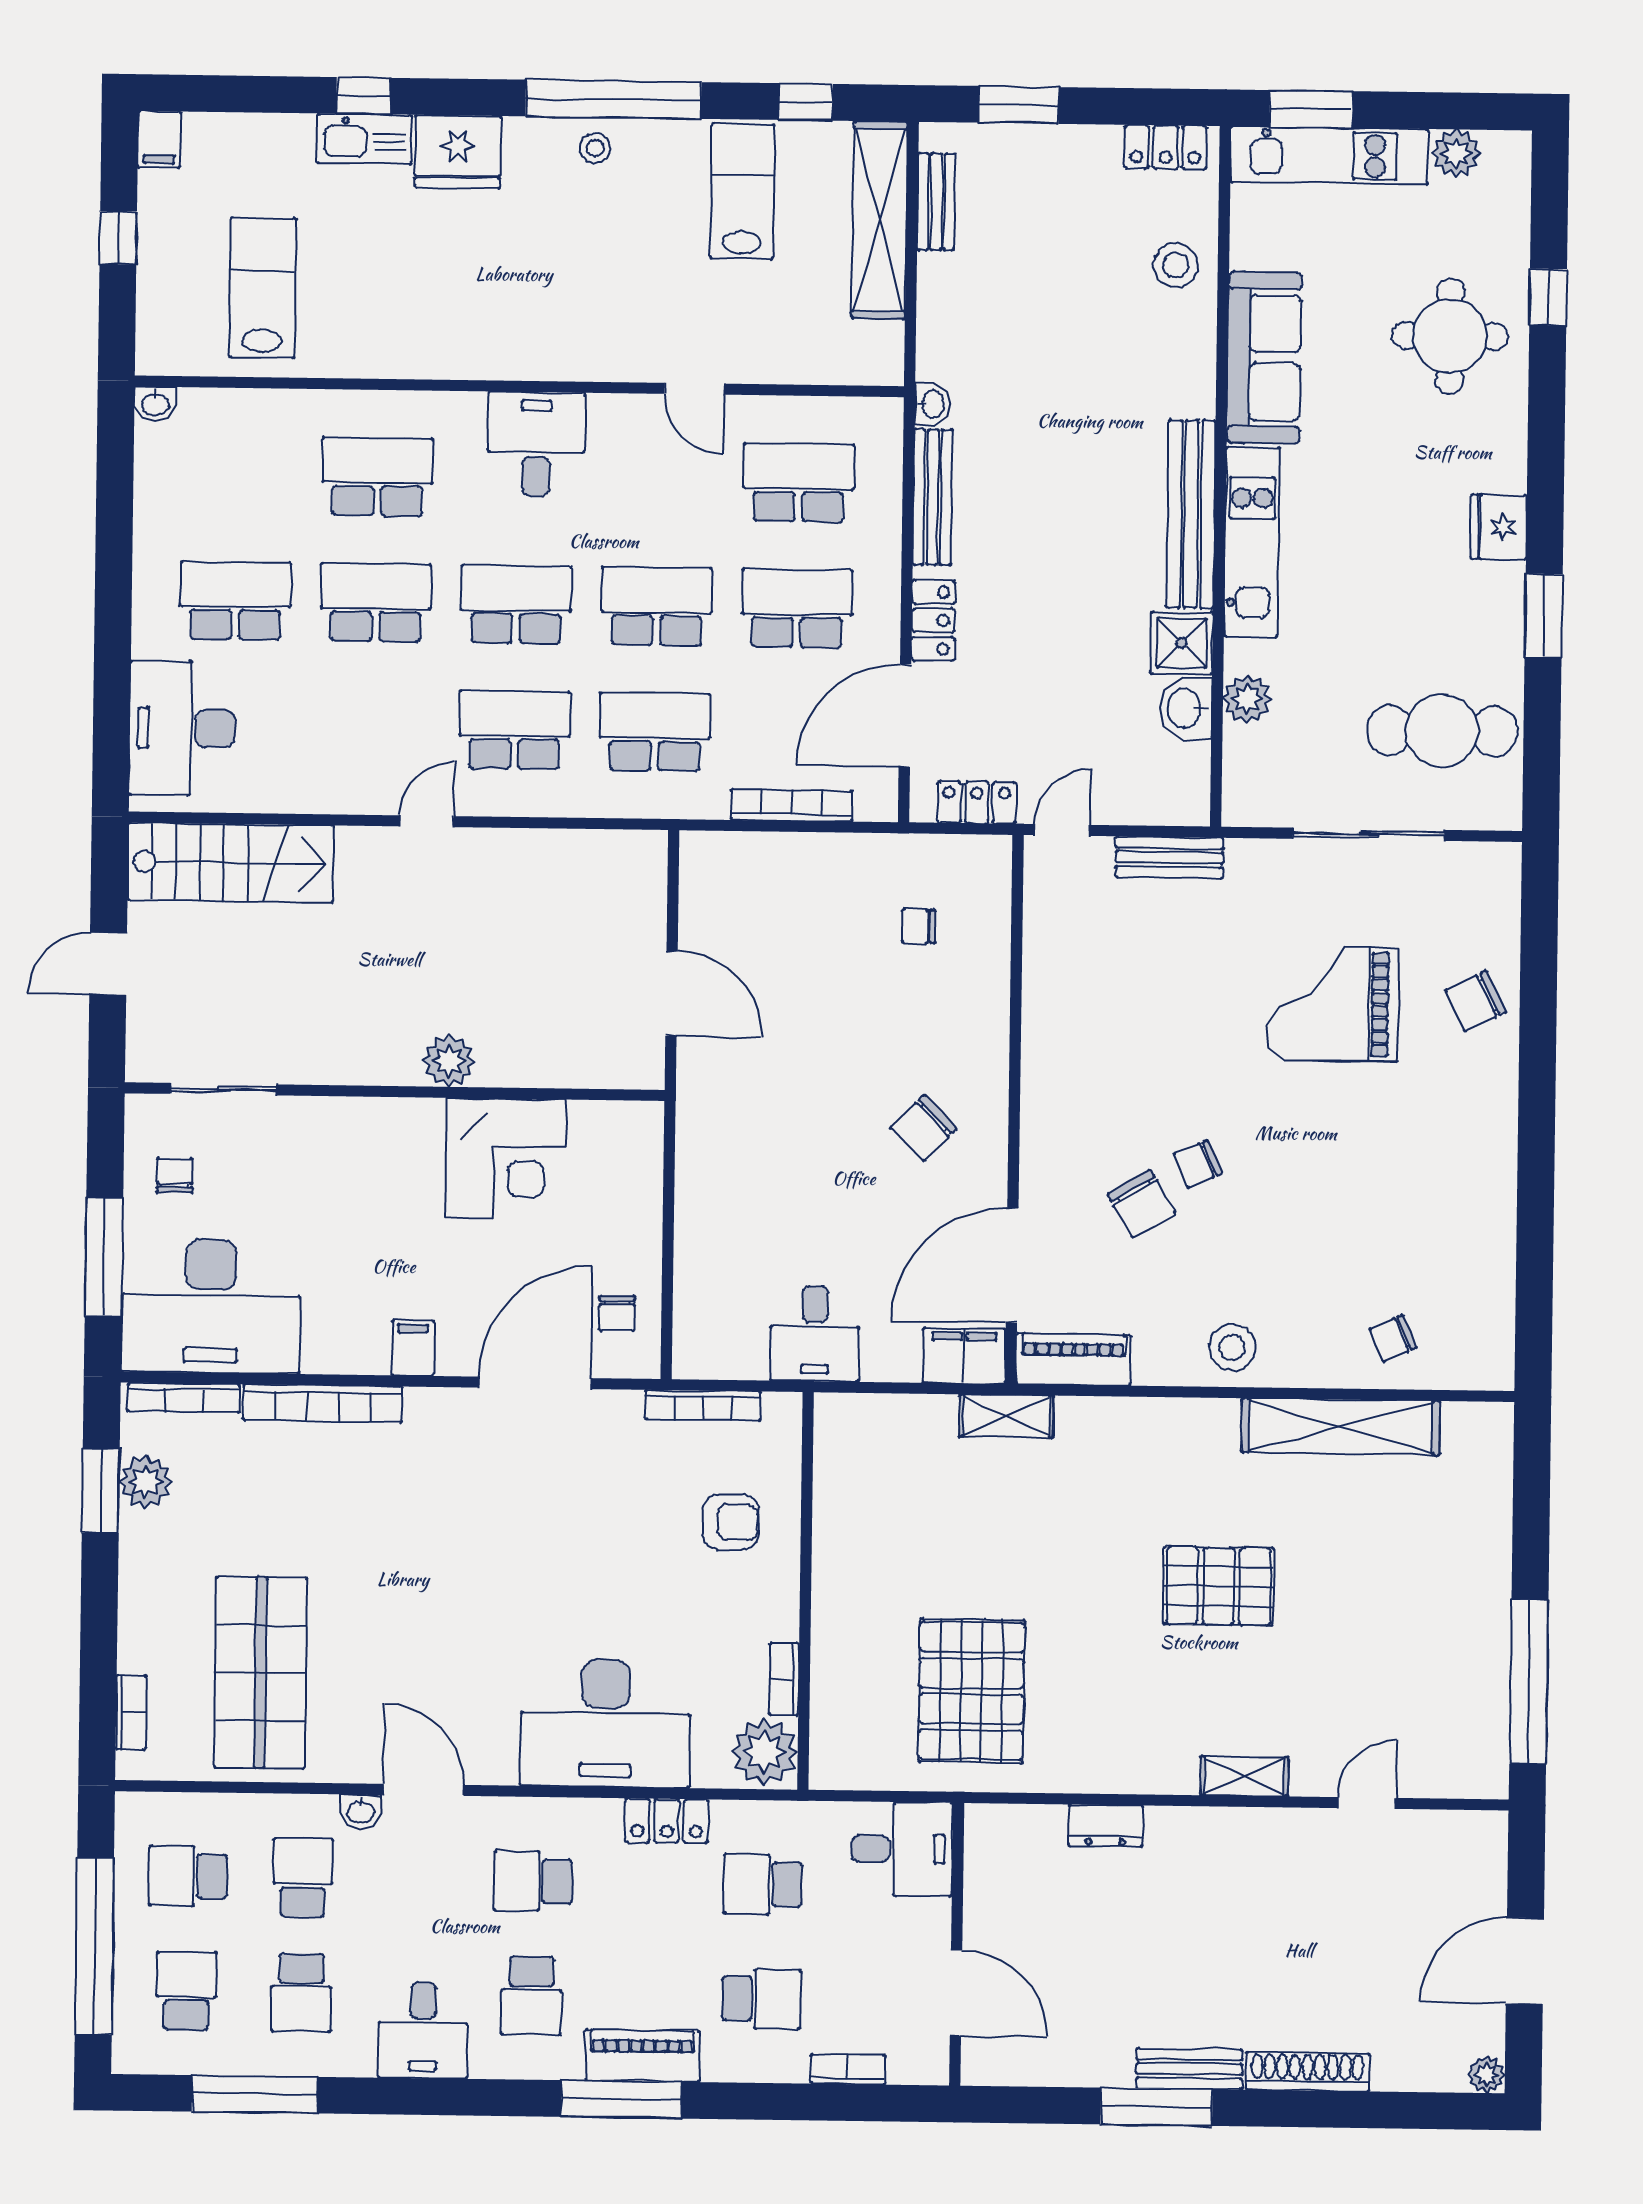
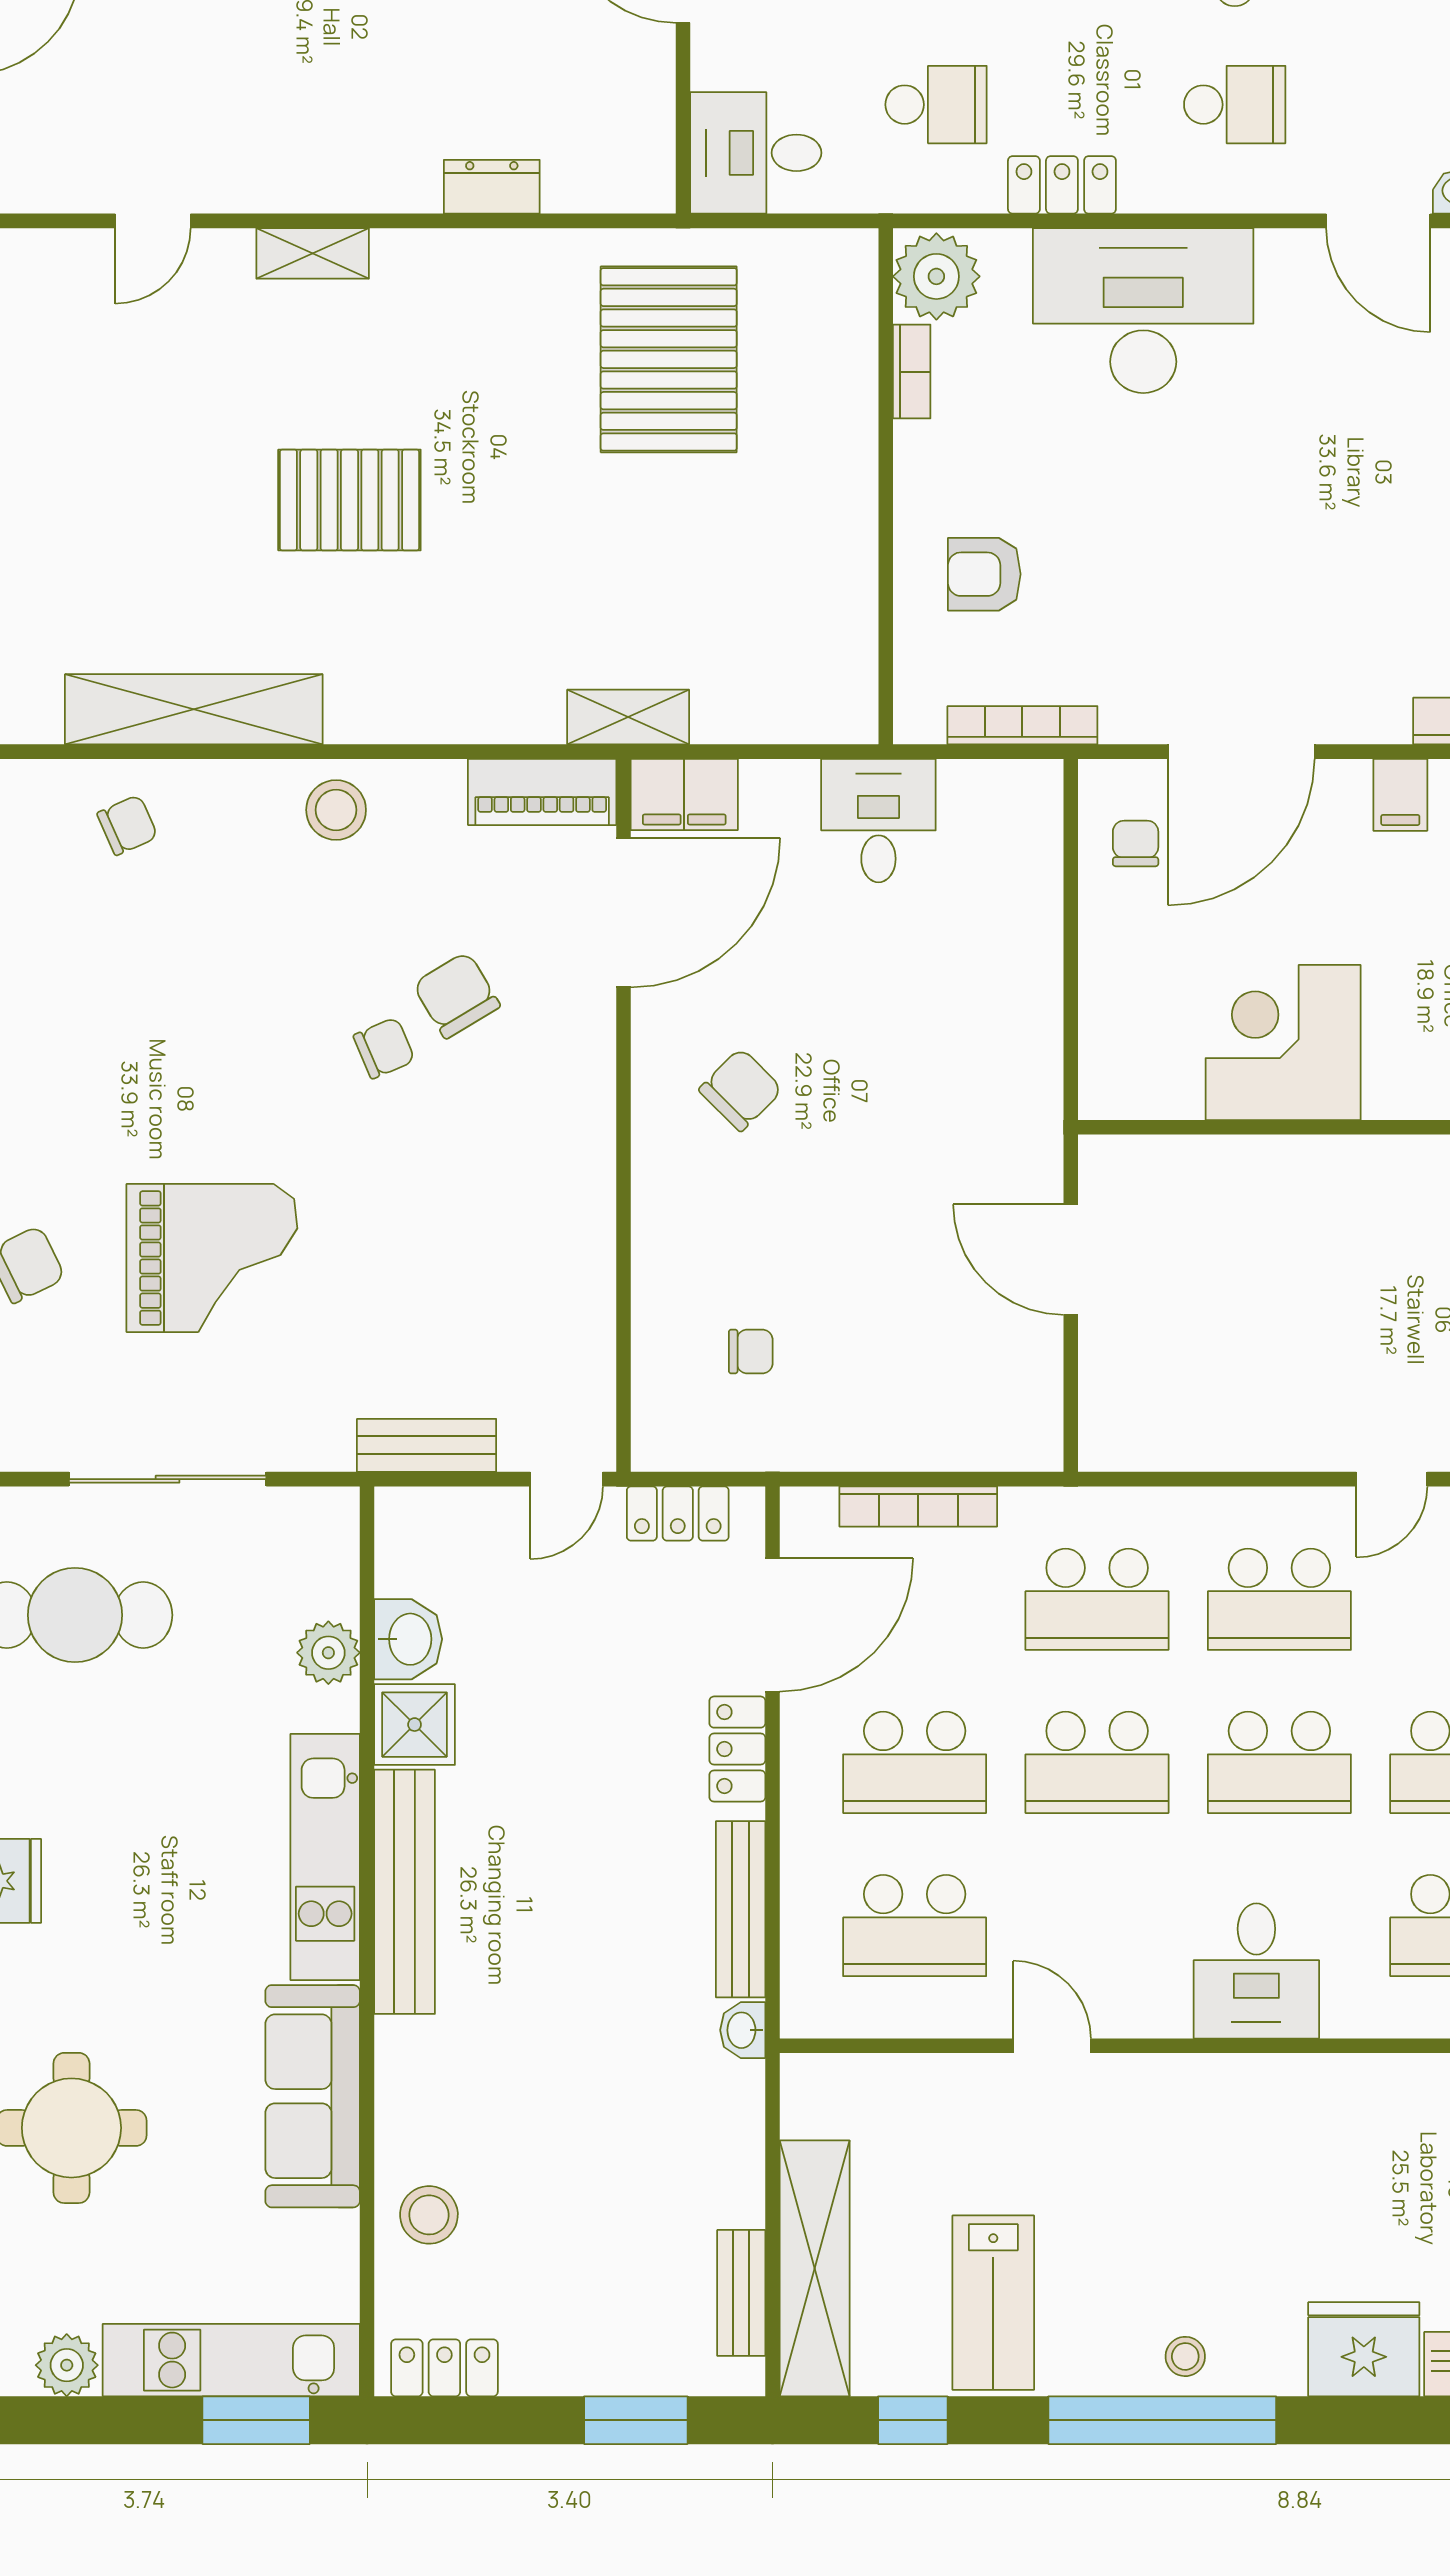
plant: (449, 1061) -> (1358, 1168), removed

